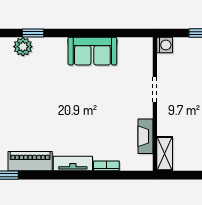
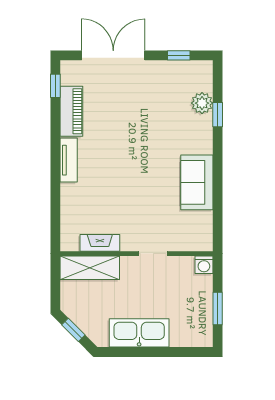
shelving: (165, 154) -> (90, 268), width x1.50, depth x1.33
bookcase: (106, 166) -> (66, 198), removed

